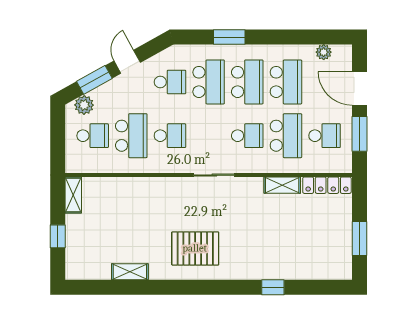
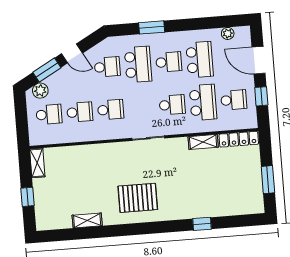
door: (127, 62) -> (72, 53), swing flipped
school desk: (247, 82) -> (169, 62), width x0.54
window: (359, 134) -> (261, 96), width x0.67
school desk: (131, 136) -> (80, 112), width x0.54

